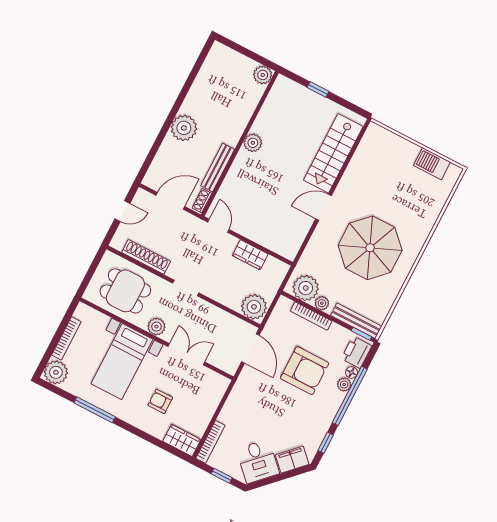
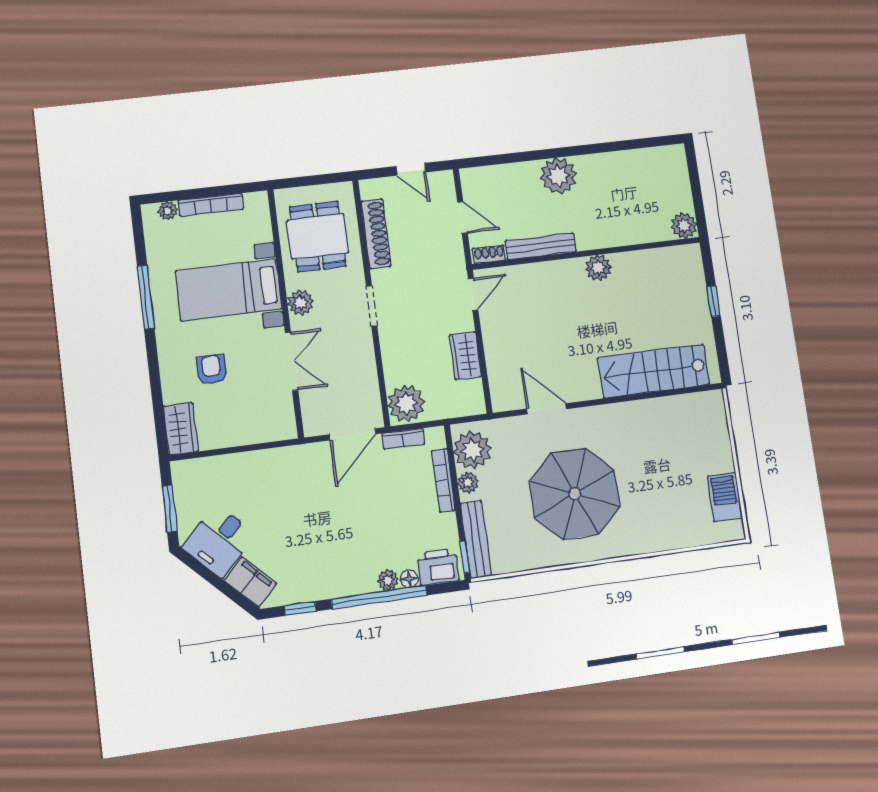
door: (170, 201) -> (462, 218), width x0.73
door: (324, 207) -> (547, 409), moved
armchair: (305, 371) -> (371, 519), removed
plant: (56, 372) -> (168, 211), width x0.53, depth x0.53
bookcase: (210, 442) -> (403, 439), moved, width x0.64
window: (222, 476) -> (170, 509), width x1.50

